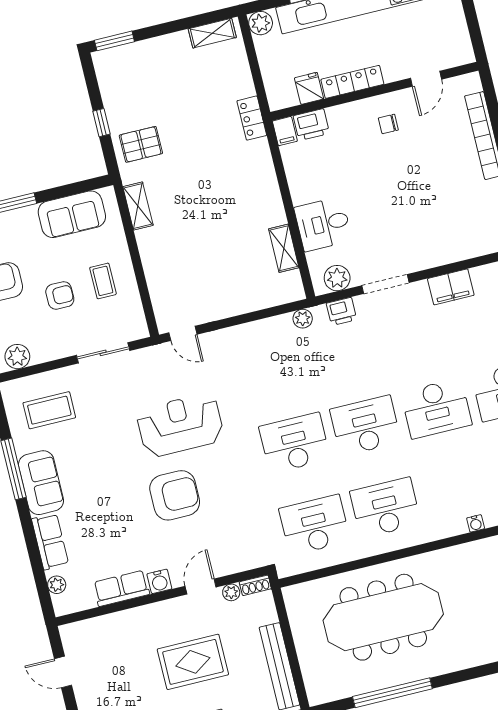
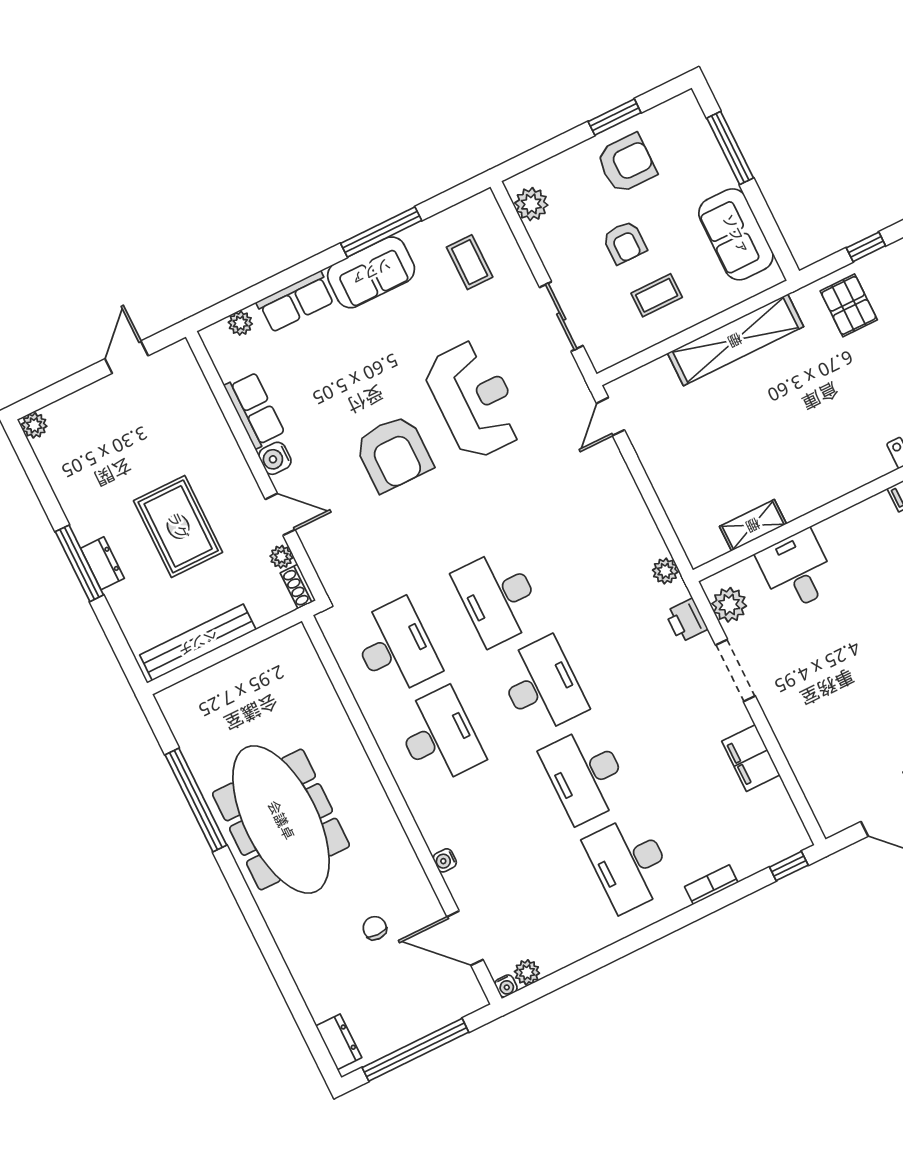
shelving: (138, 206) -> (735, 340), width x2.20, depth x1.33
coffee table: (49, 410) -> (470, 262), width x0.73, depth x0.77
reception desk: (180, 425) -> (474, 399), moved
desk: (295, 443) -> (498, 597), turned 180
meeting table: (383, 617) -> (281, 820), moved

